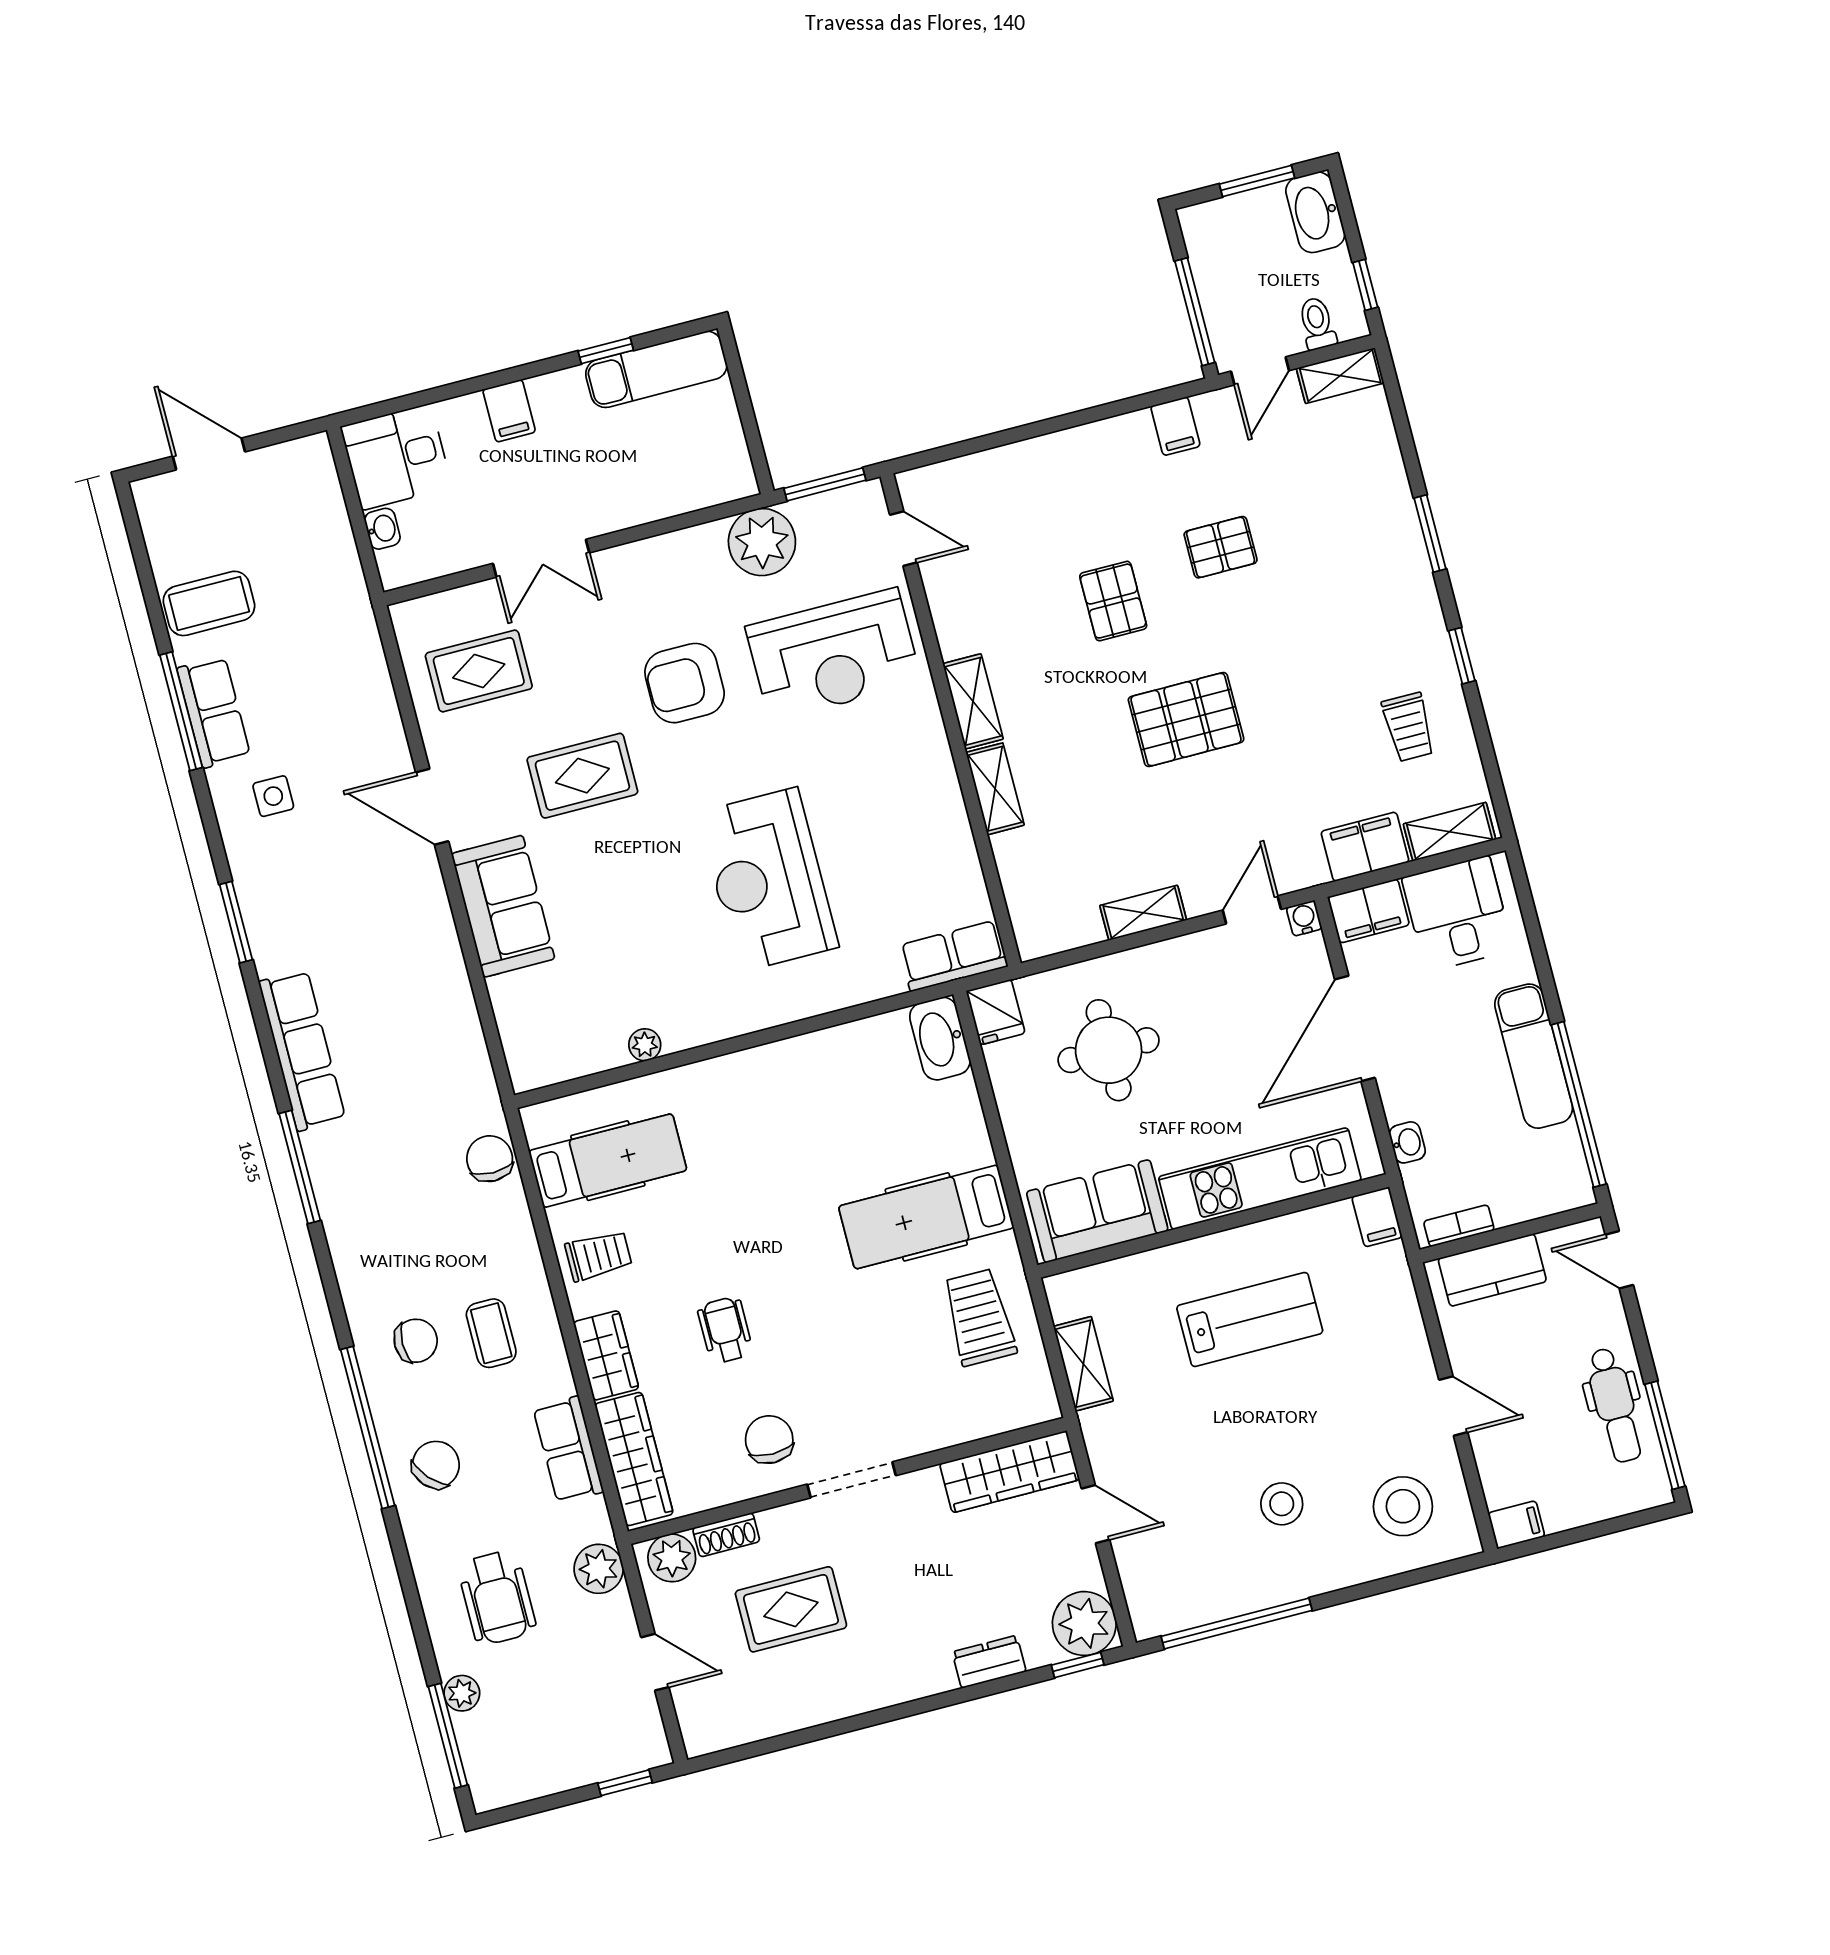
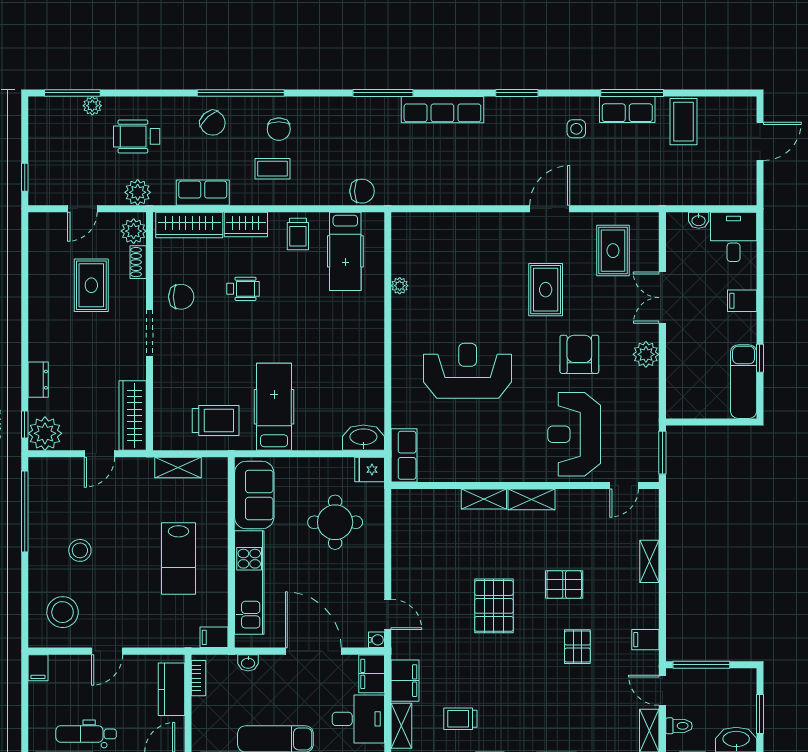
plant: (762, 542) -> (646, 354), moved, width x0.73, depth x0.73
sofa: (503, 906) -> (489, 232), removed
shelving: (1143, 913) -> (649, 561), moved

